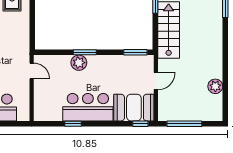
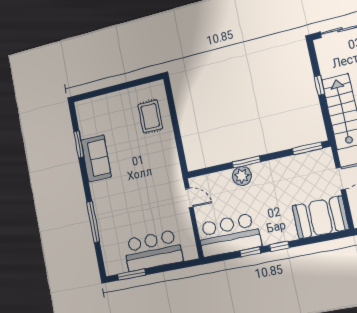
bar counter: (88, 107) -> (229, 235), moved
window: (140, 124) -> (279, 246), moved

